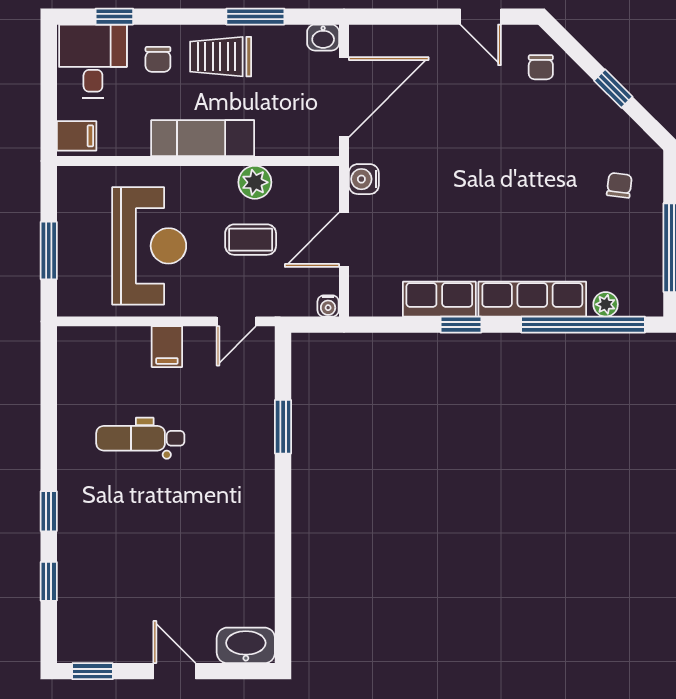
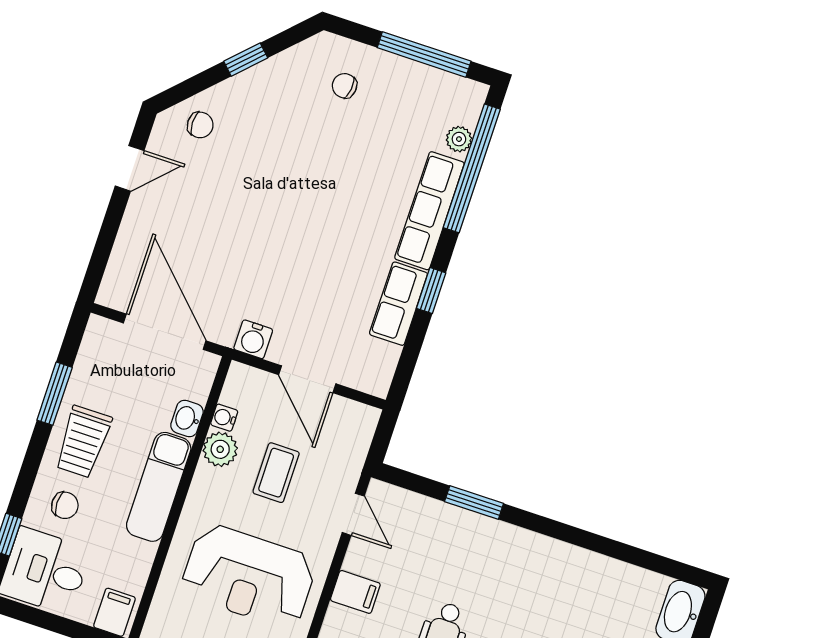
washbasin: (323, 38) -> (187, 419), moved, turned 180
reception desk: (149, 246) -> (249, 576), turned 180
water cooler: (328, 306) -> (224, 418), moved, turned 180

